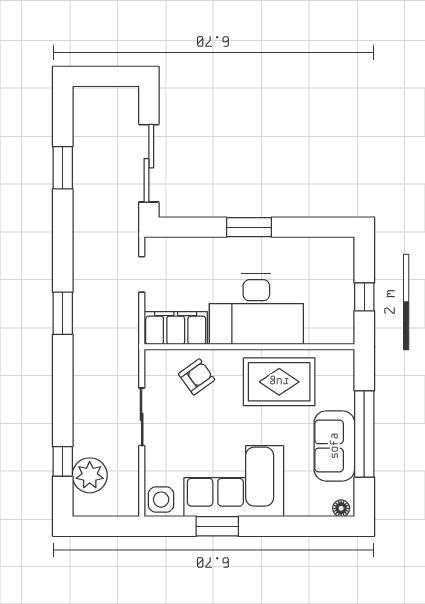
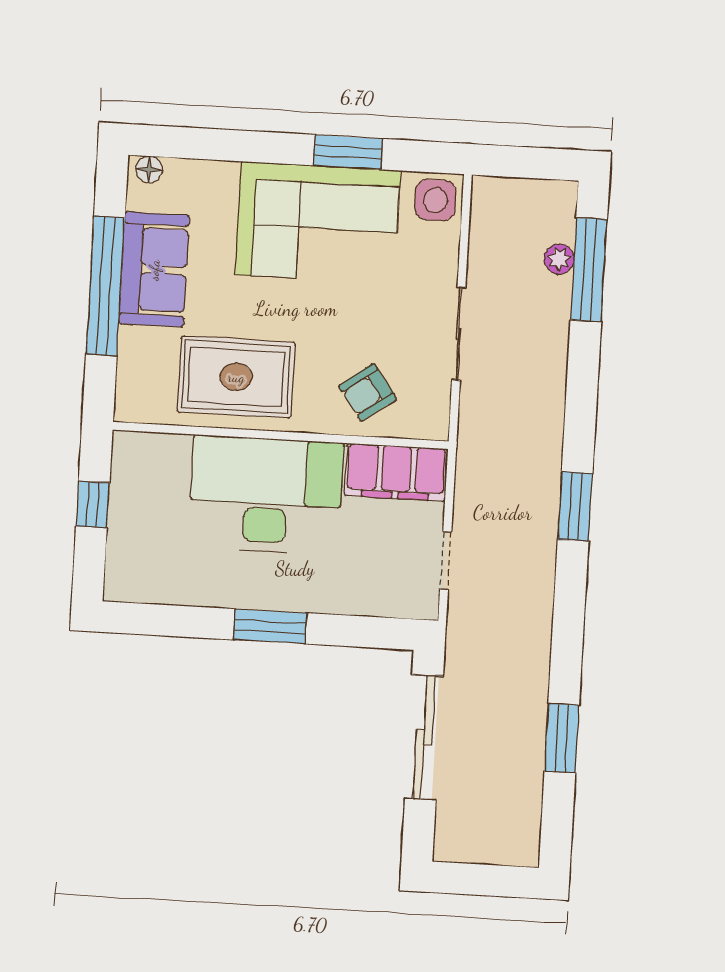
window: (63, 461) -> (589, 270), width x2.17
plant: (90, 475) -> (559, 259), width x0.53, depth x0.53

